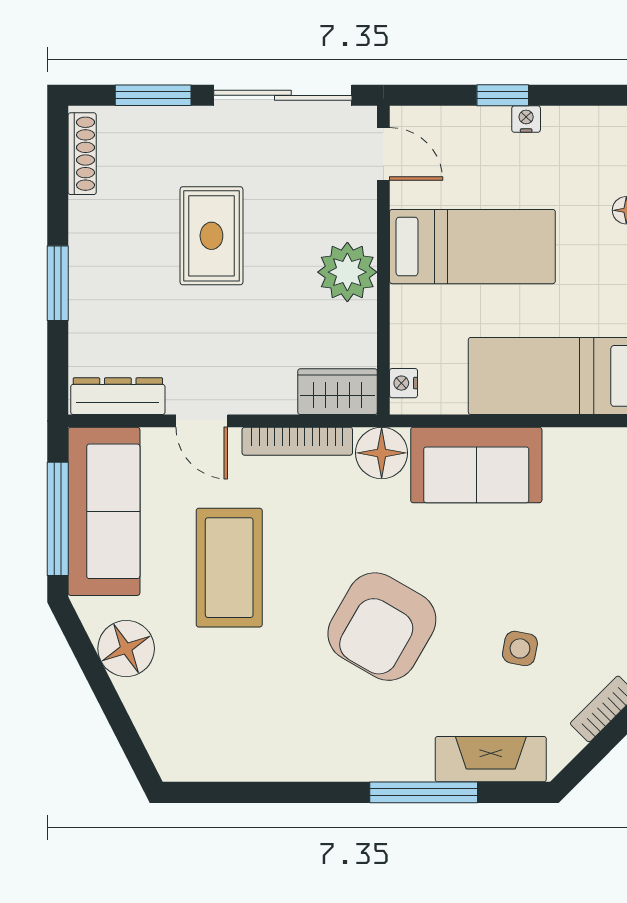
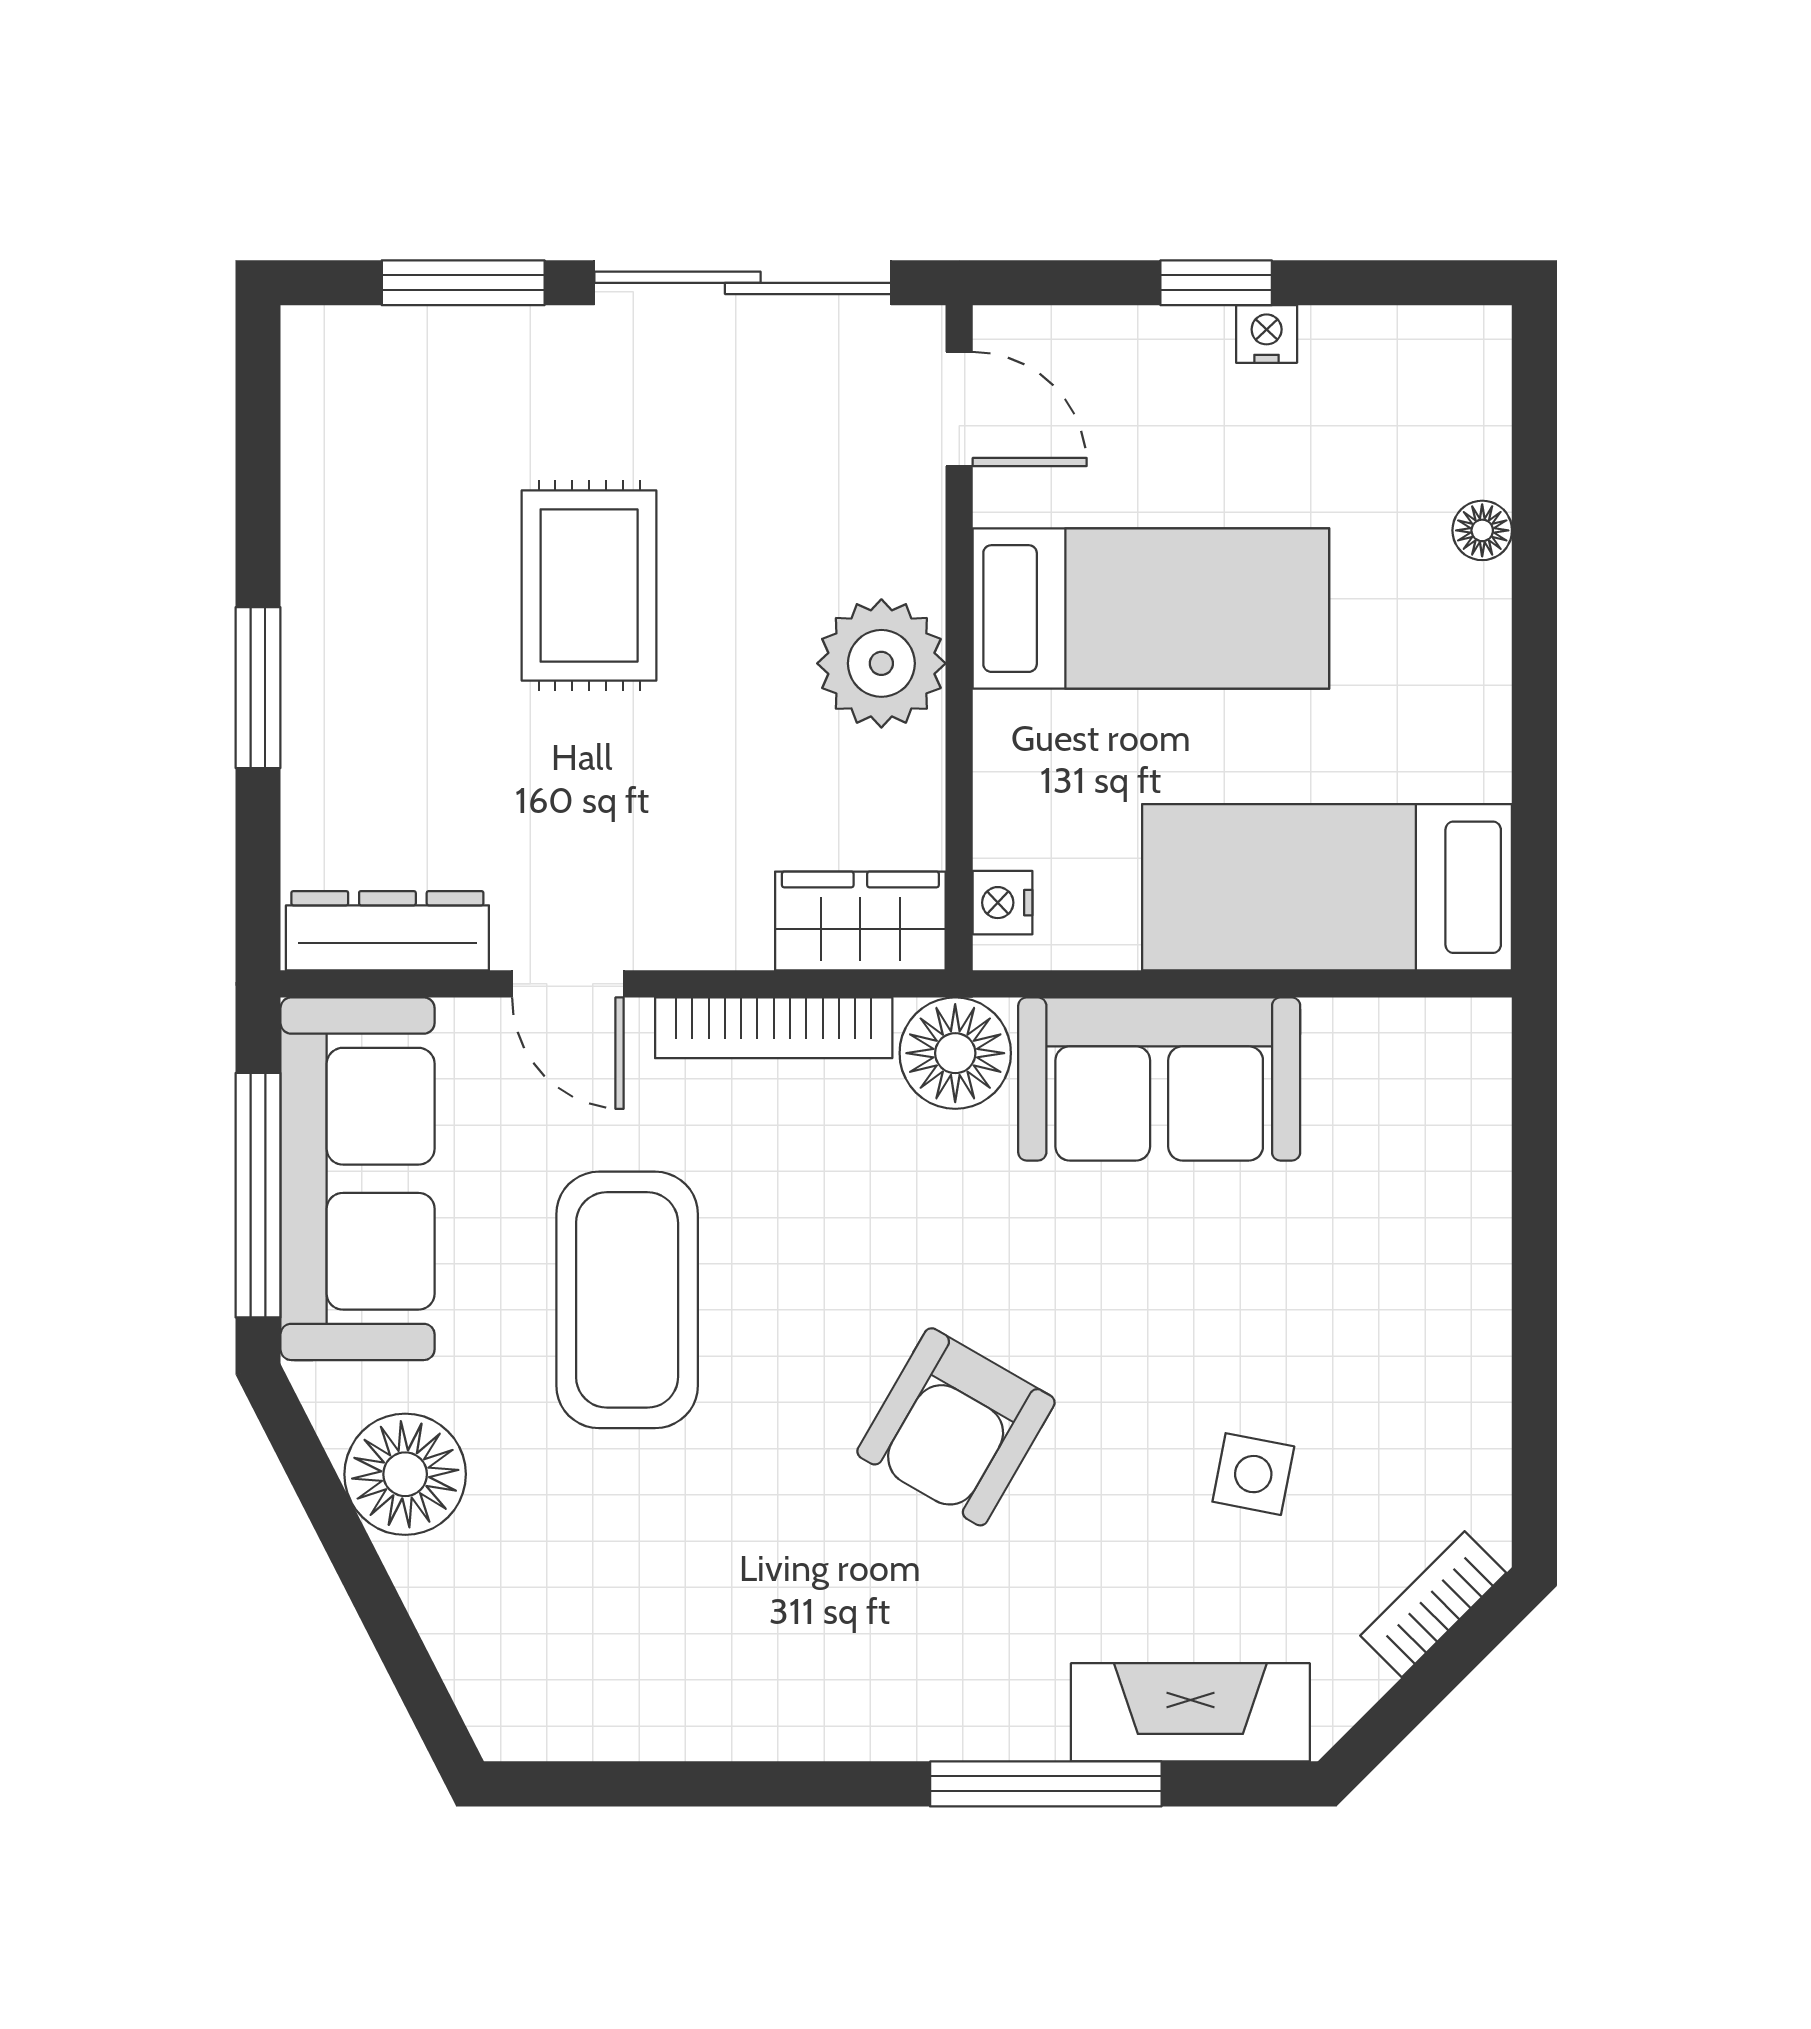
shoe rack: (82, 154) -> (311, 409), removed
armchair: (382, 627) -> (956, 1427), width x0.73, depth x0.73

